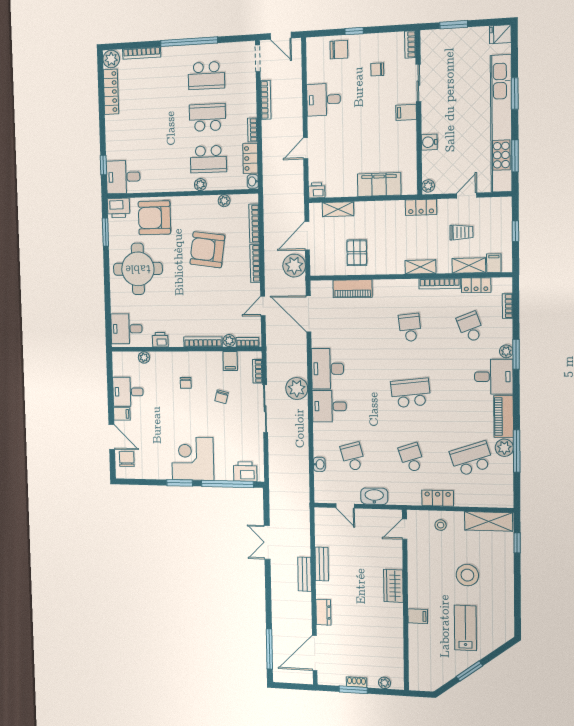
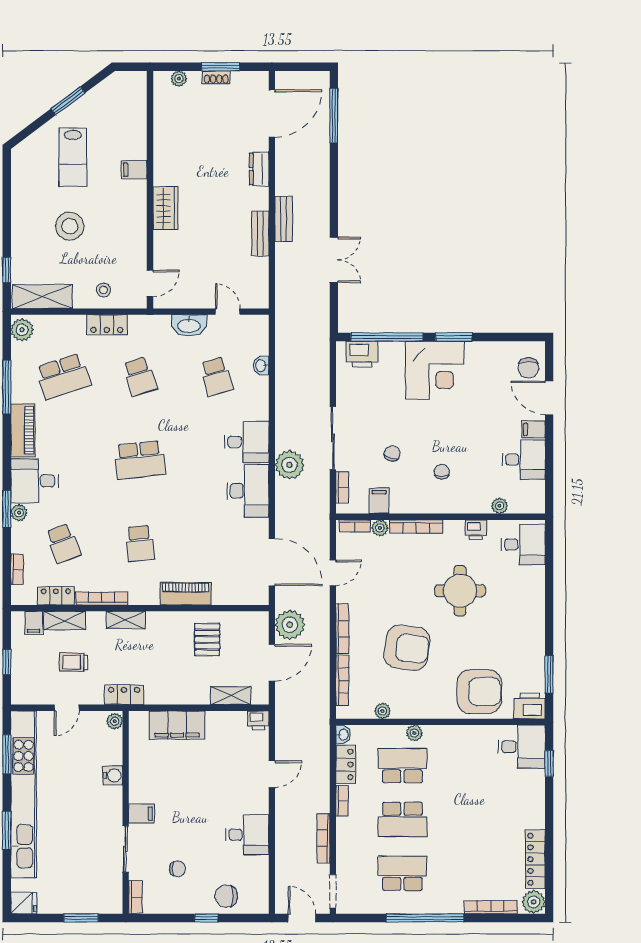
round table: (138, 269) -> (460, 591), moved, width x0.73, depth x0.73
piano: (353, 289) -> (186, 594), moved
plant: (504, 448) -> (22, 330), moved

